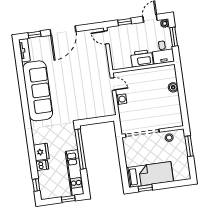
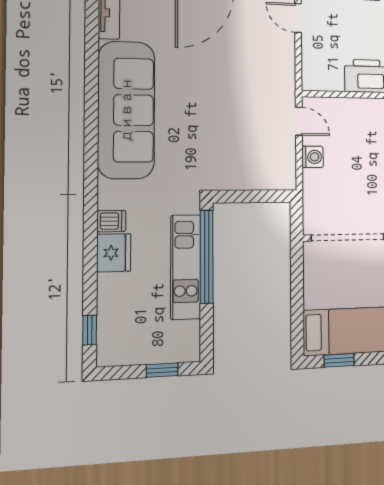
dishwasher: (42, 165) -> (111, 221), moved
kitchen unit: (75, 173) -> (186, 267), moved

